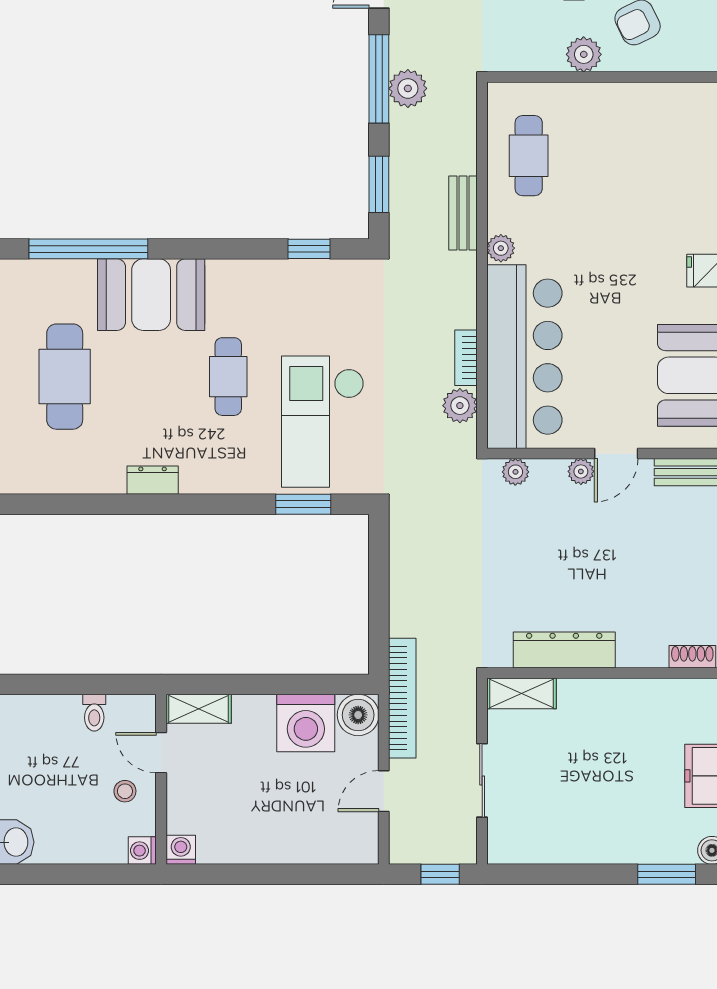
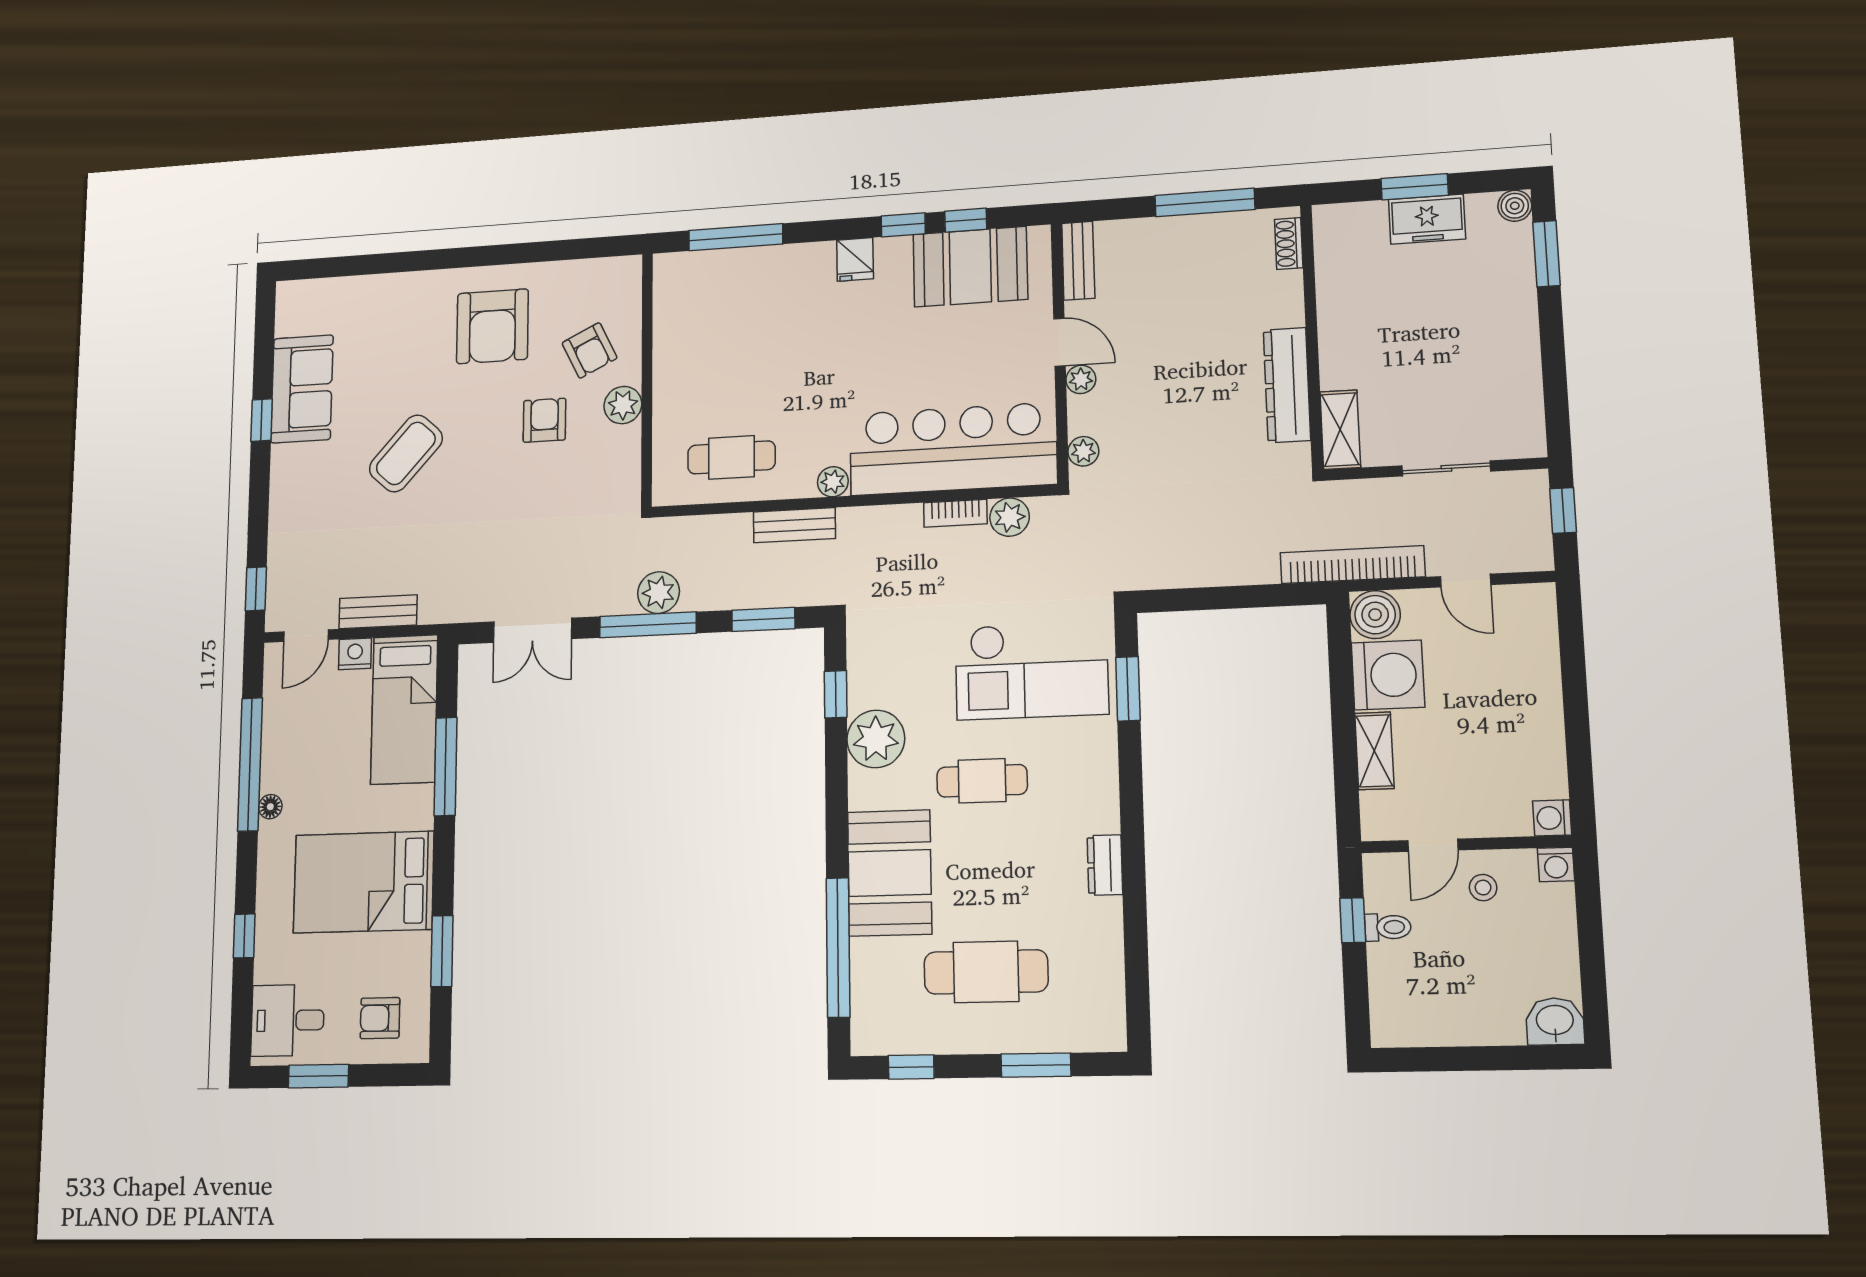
plant: (268, 284) -> (876, 739), added
window: (101, 684) -> (1353, 920), added
shelving: (199, 709) -> (1374, 751), moved

